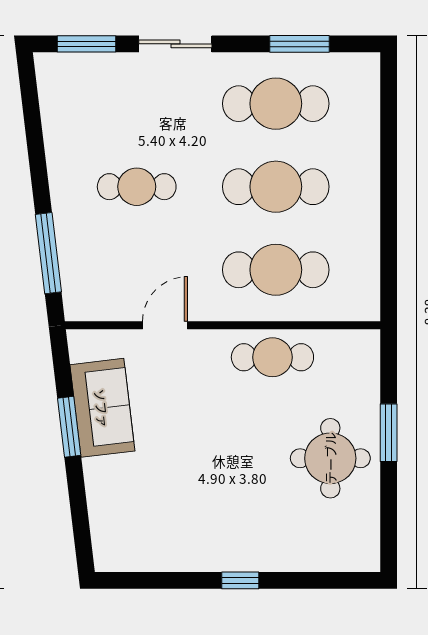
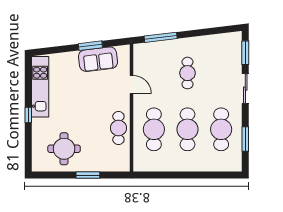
round table: (330, 458) -> (64, 149), moved
kitchen unit: (170, 551) -> (40, 87), added

